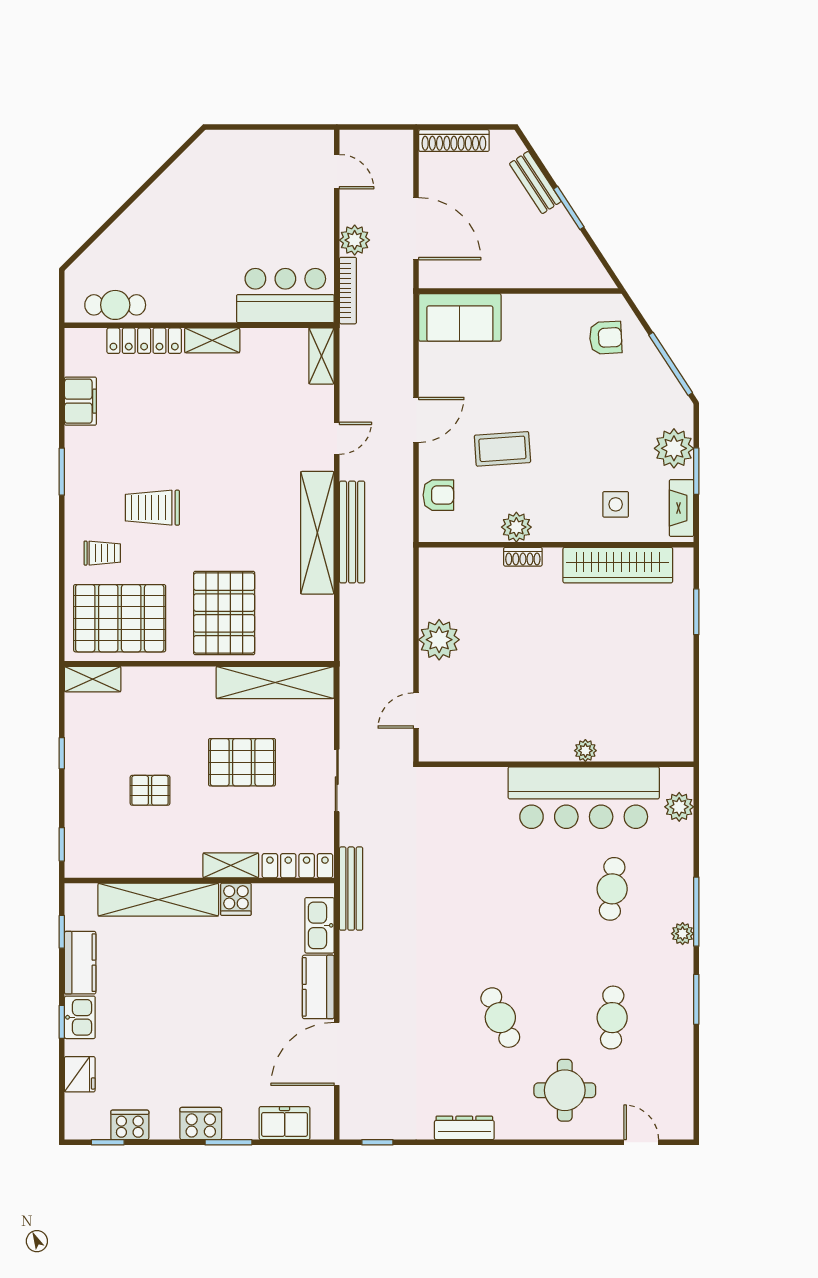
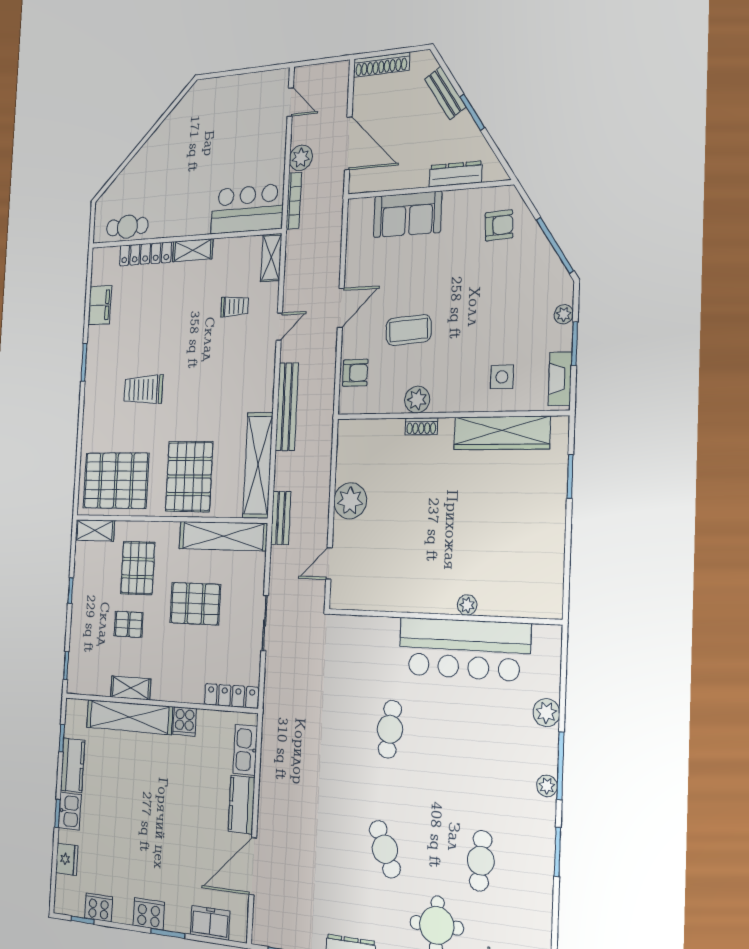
dresser: (552, 276) -> (456, 174), added
sofa: (460, 317) -> (407, 214), moved
plant: (674, 448) -> (564, 314), width x0.53, depth x0.53
shelving: (317, 533) -> (258, 465), moved
trolley: (102, 553) -> (235, 306), moved
pallet: (159, 723) -> (138, 568), added
plant: (679, 807) -> (546, 713), moved
shelving: (231, 865) -> (131, 688), moved
bench: (351, 889) -> (281, 518), moved, width x0.73
cafe table: (612, 889) -> (390, 729), moved

